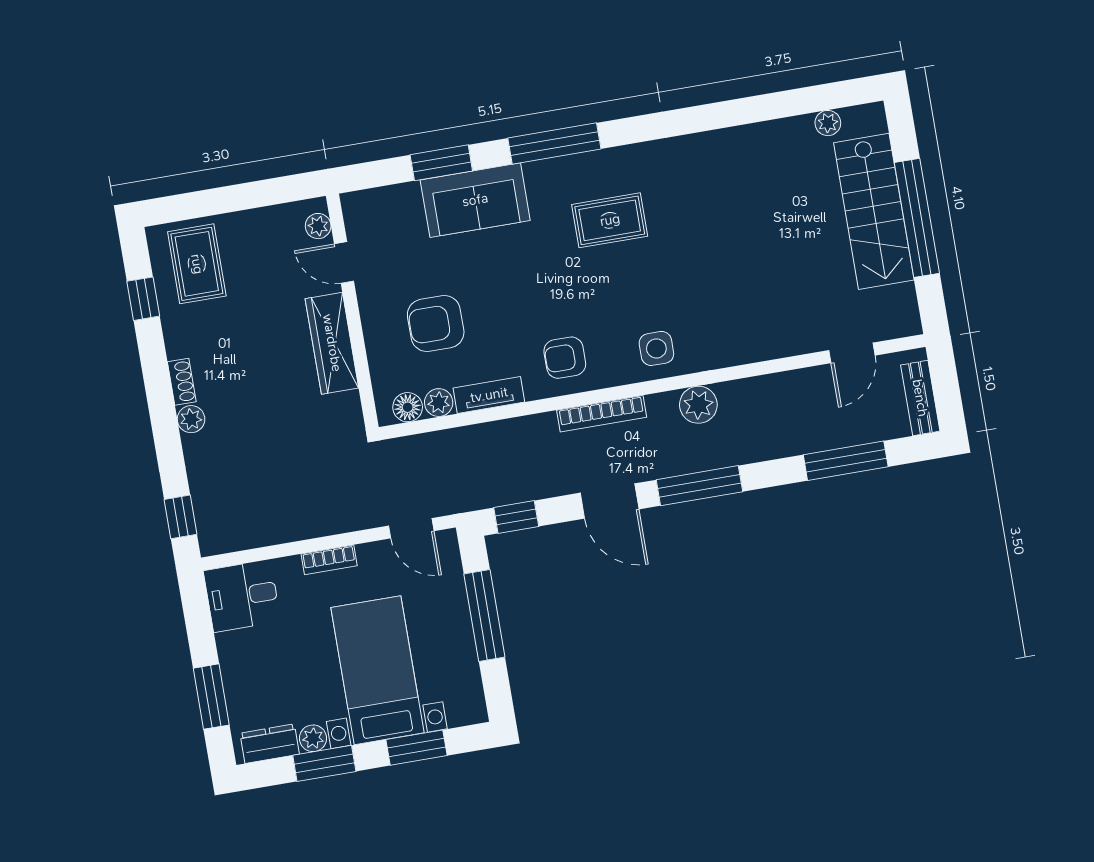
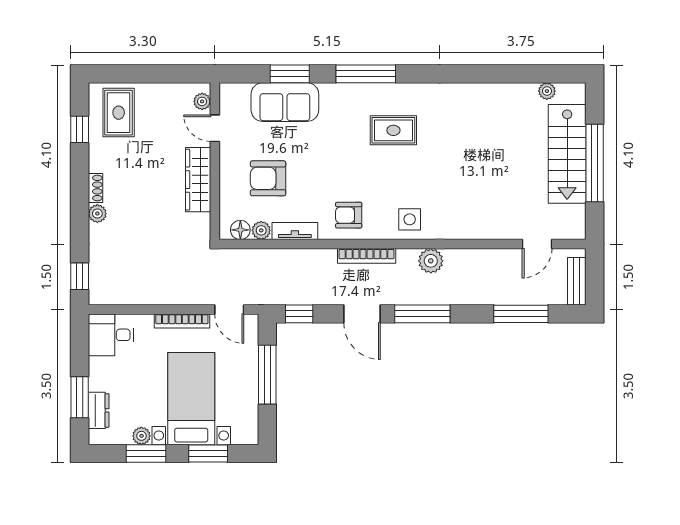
sofa: (475, 200) -> (285, 102), moved
bookcase: (329, 560) -> (182, 321), width x1.56
dresser: (270, 744) -> (99, 410), moved, turned 90

